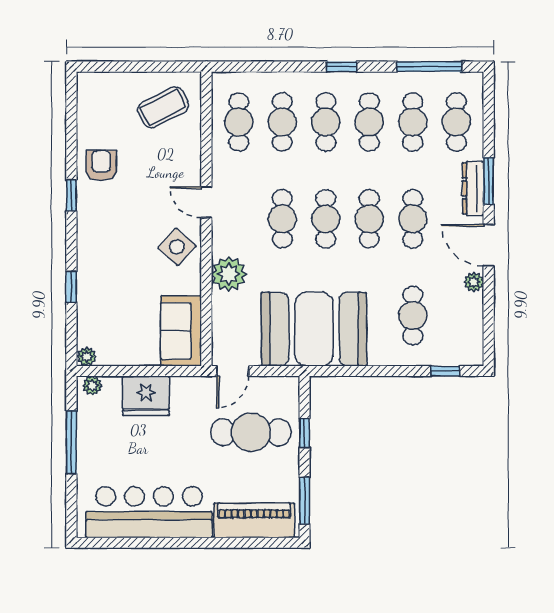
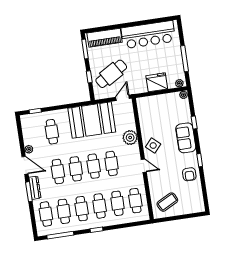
sofa: (181, 331) -> (186, 138), moved, turned 180
cafe table: (251, 432) -> (111, 74), turned -31

